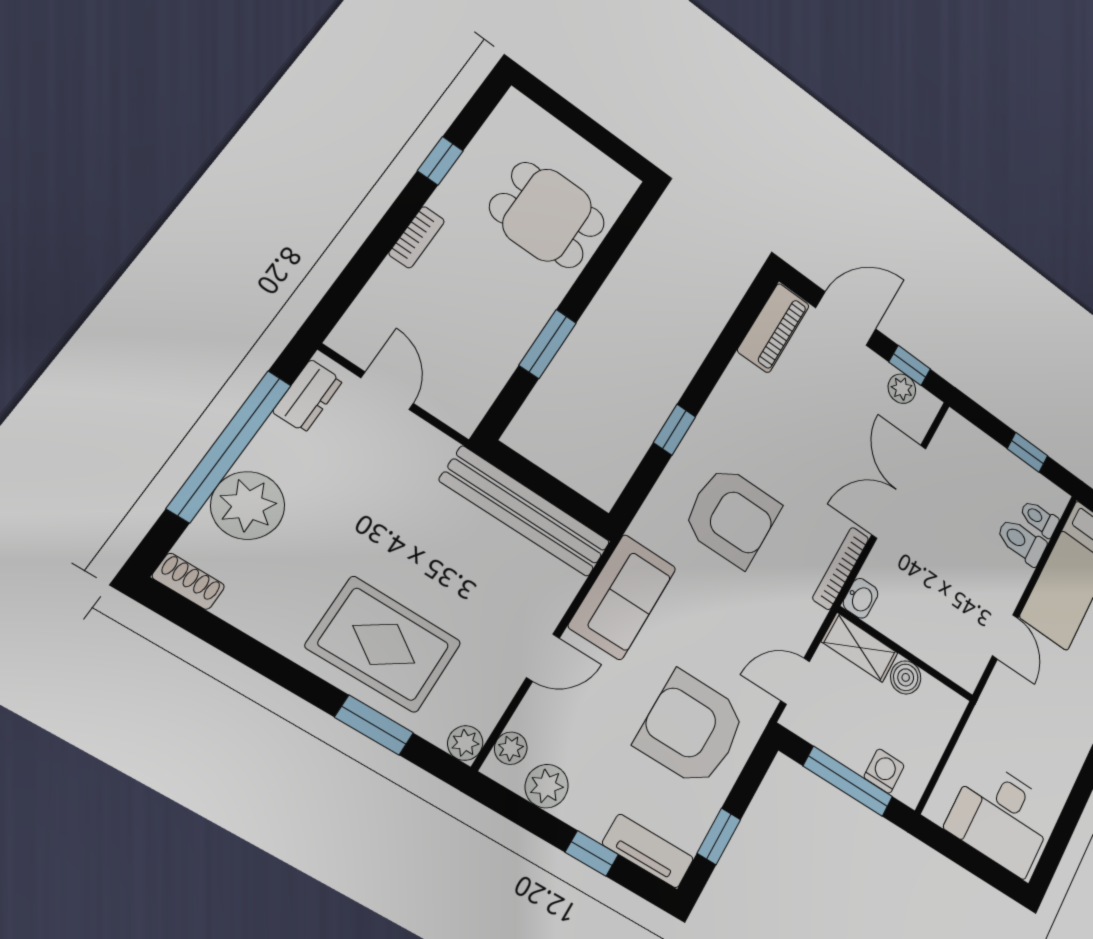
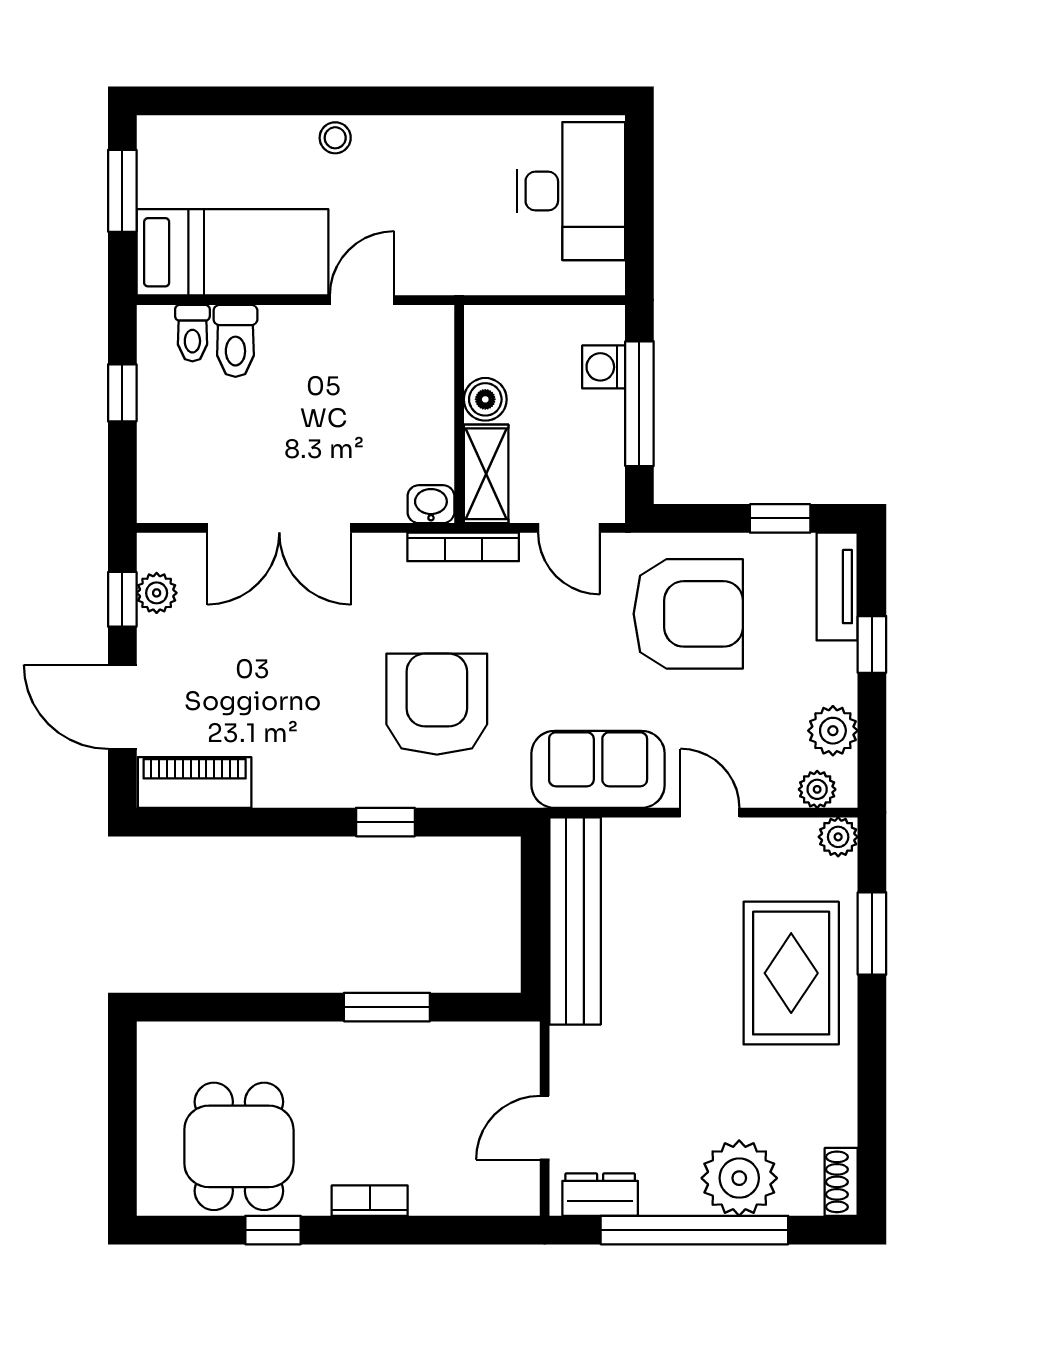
dining table: (547, 215) -> (239, 1146), moved
bookcase: (841, 568) -> (463, 547), moved
armchair: (691, 729) -> (688, 614), turned -90

